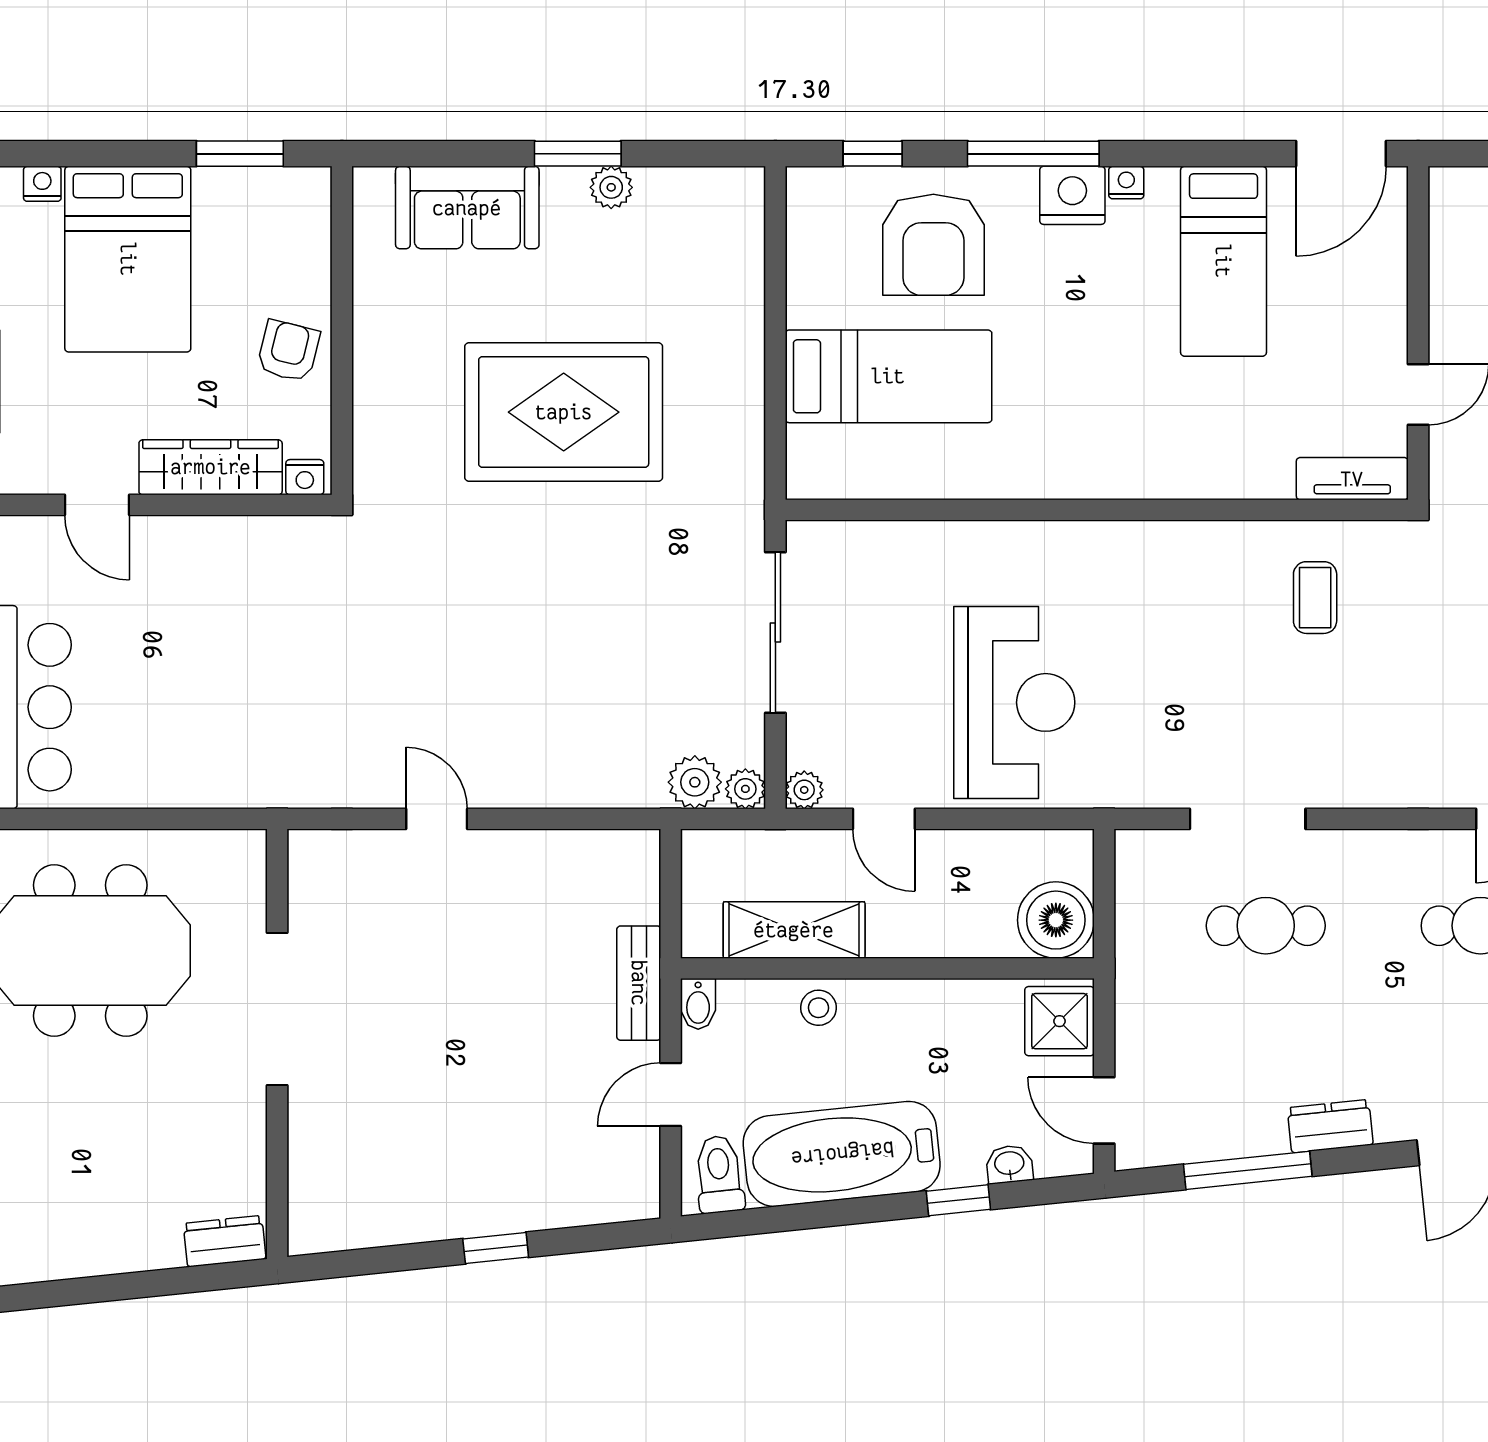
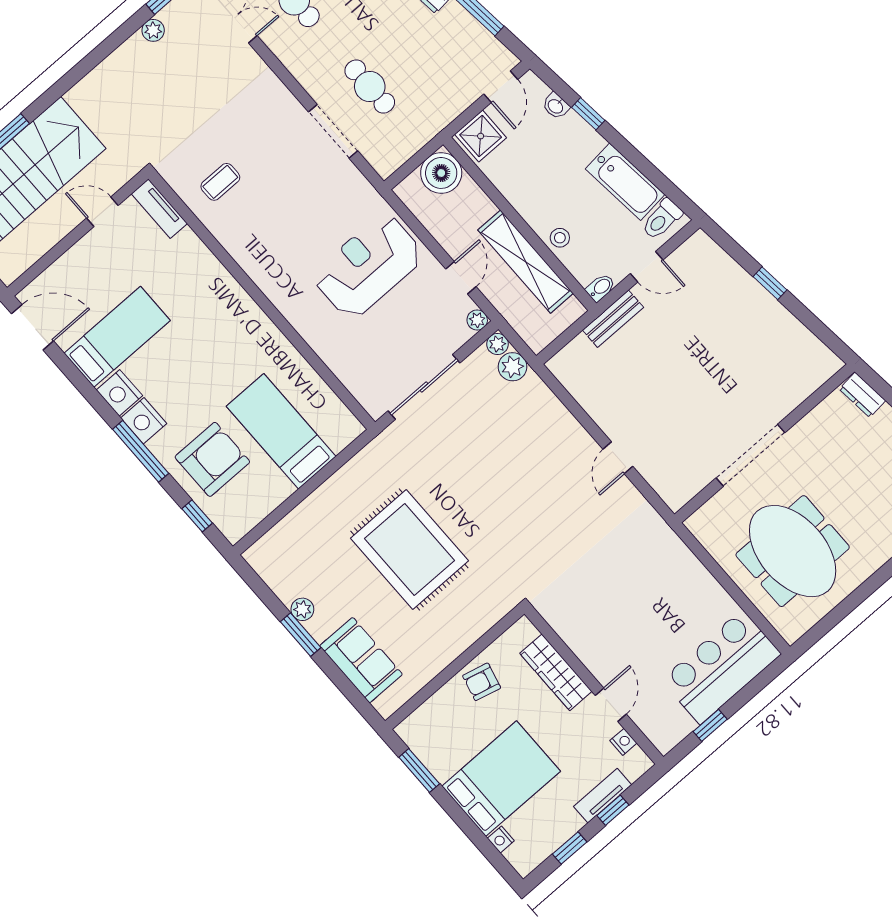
nightstand: (1126, 183) -> (119, 393), width x1.89, depth x1.79
nightstand: (305, 477) -> (623, 742), moved
shelving: (794, 930) -> (526, 262), width x1.47
bathtub: (842, 1154) -> (625, 182), width x0.73, depth x0.73

